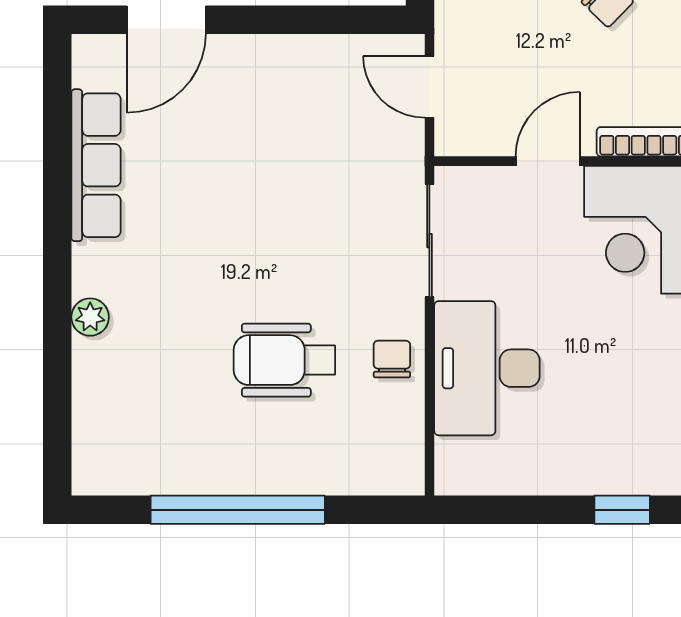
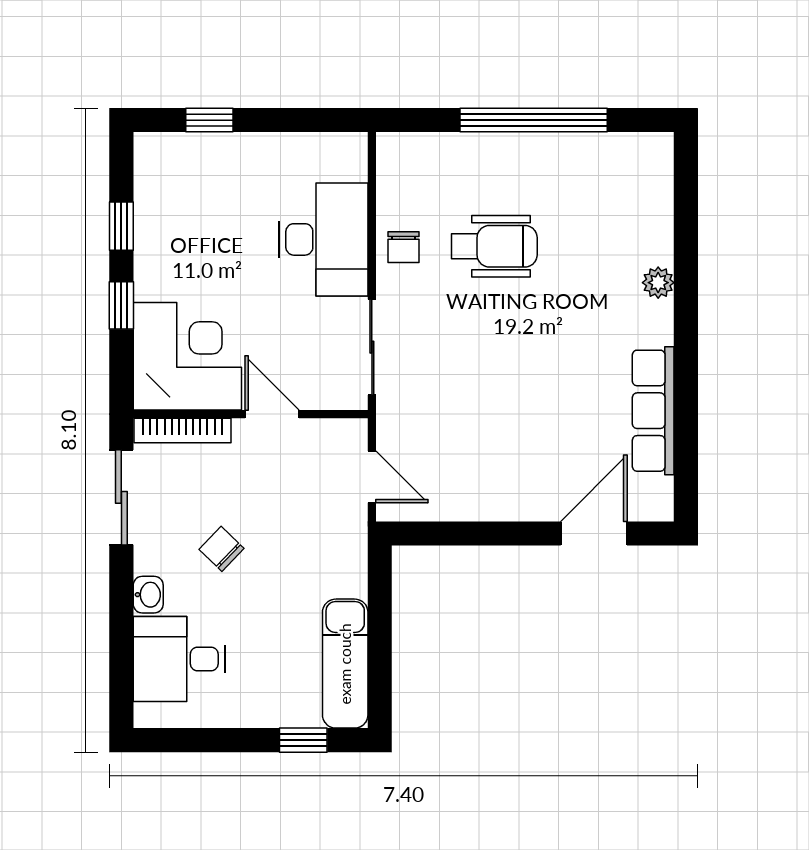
door: (548, 161) -> (272, 414), swing flipped

